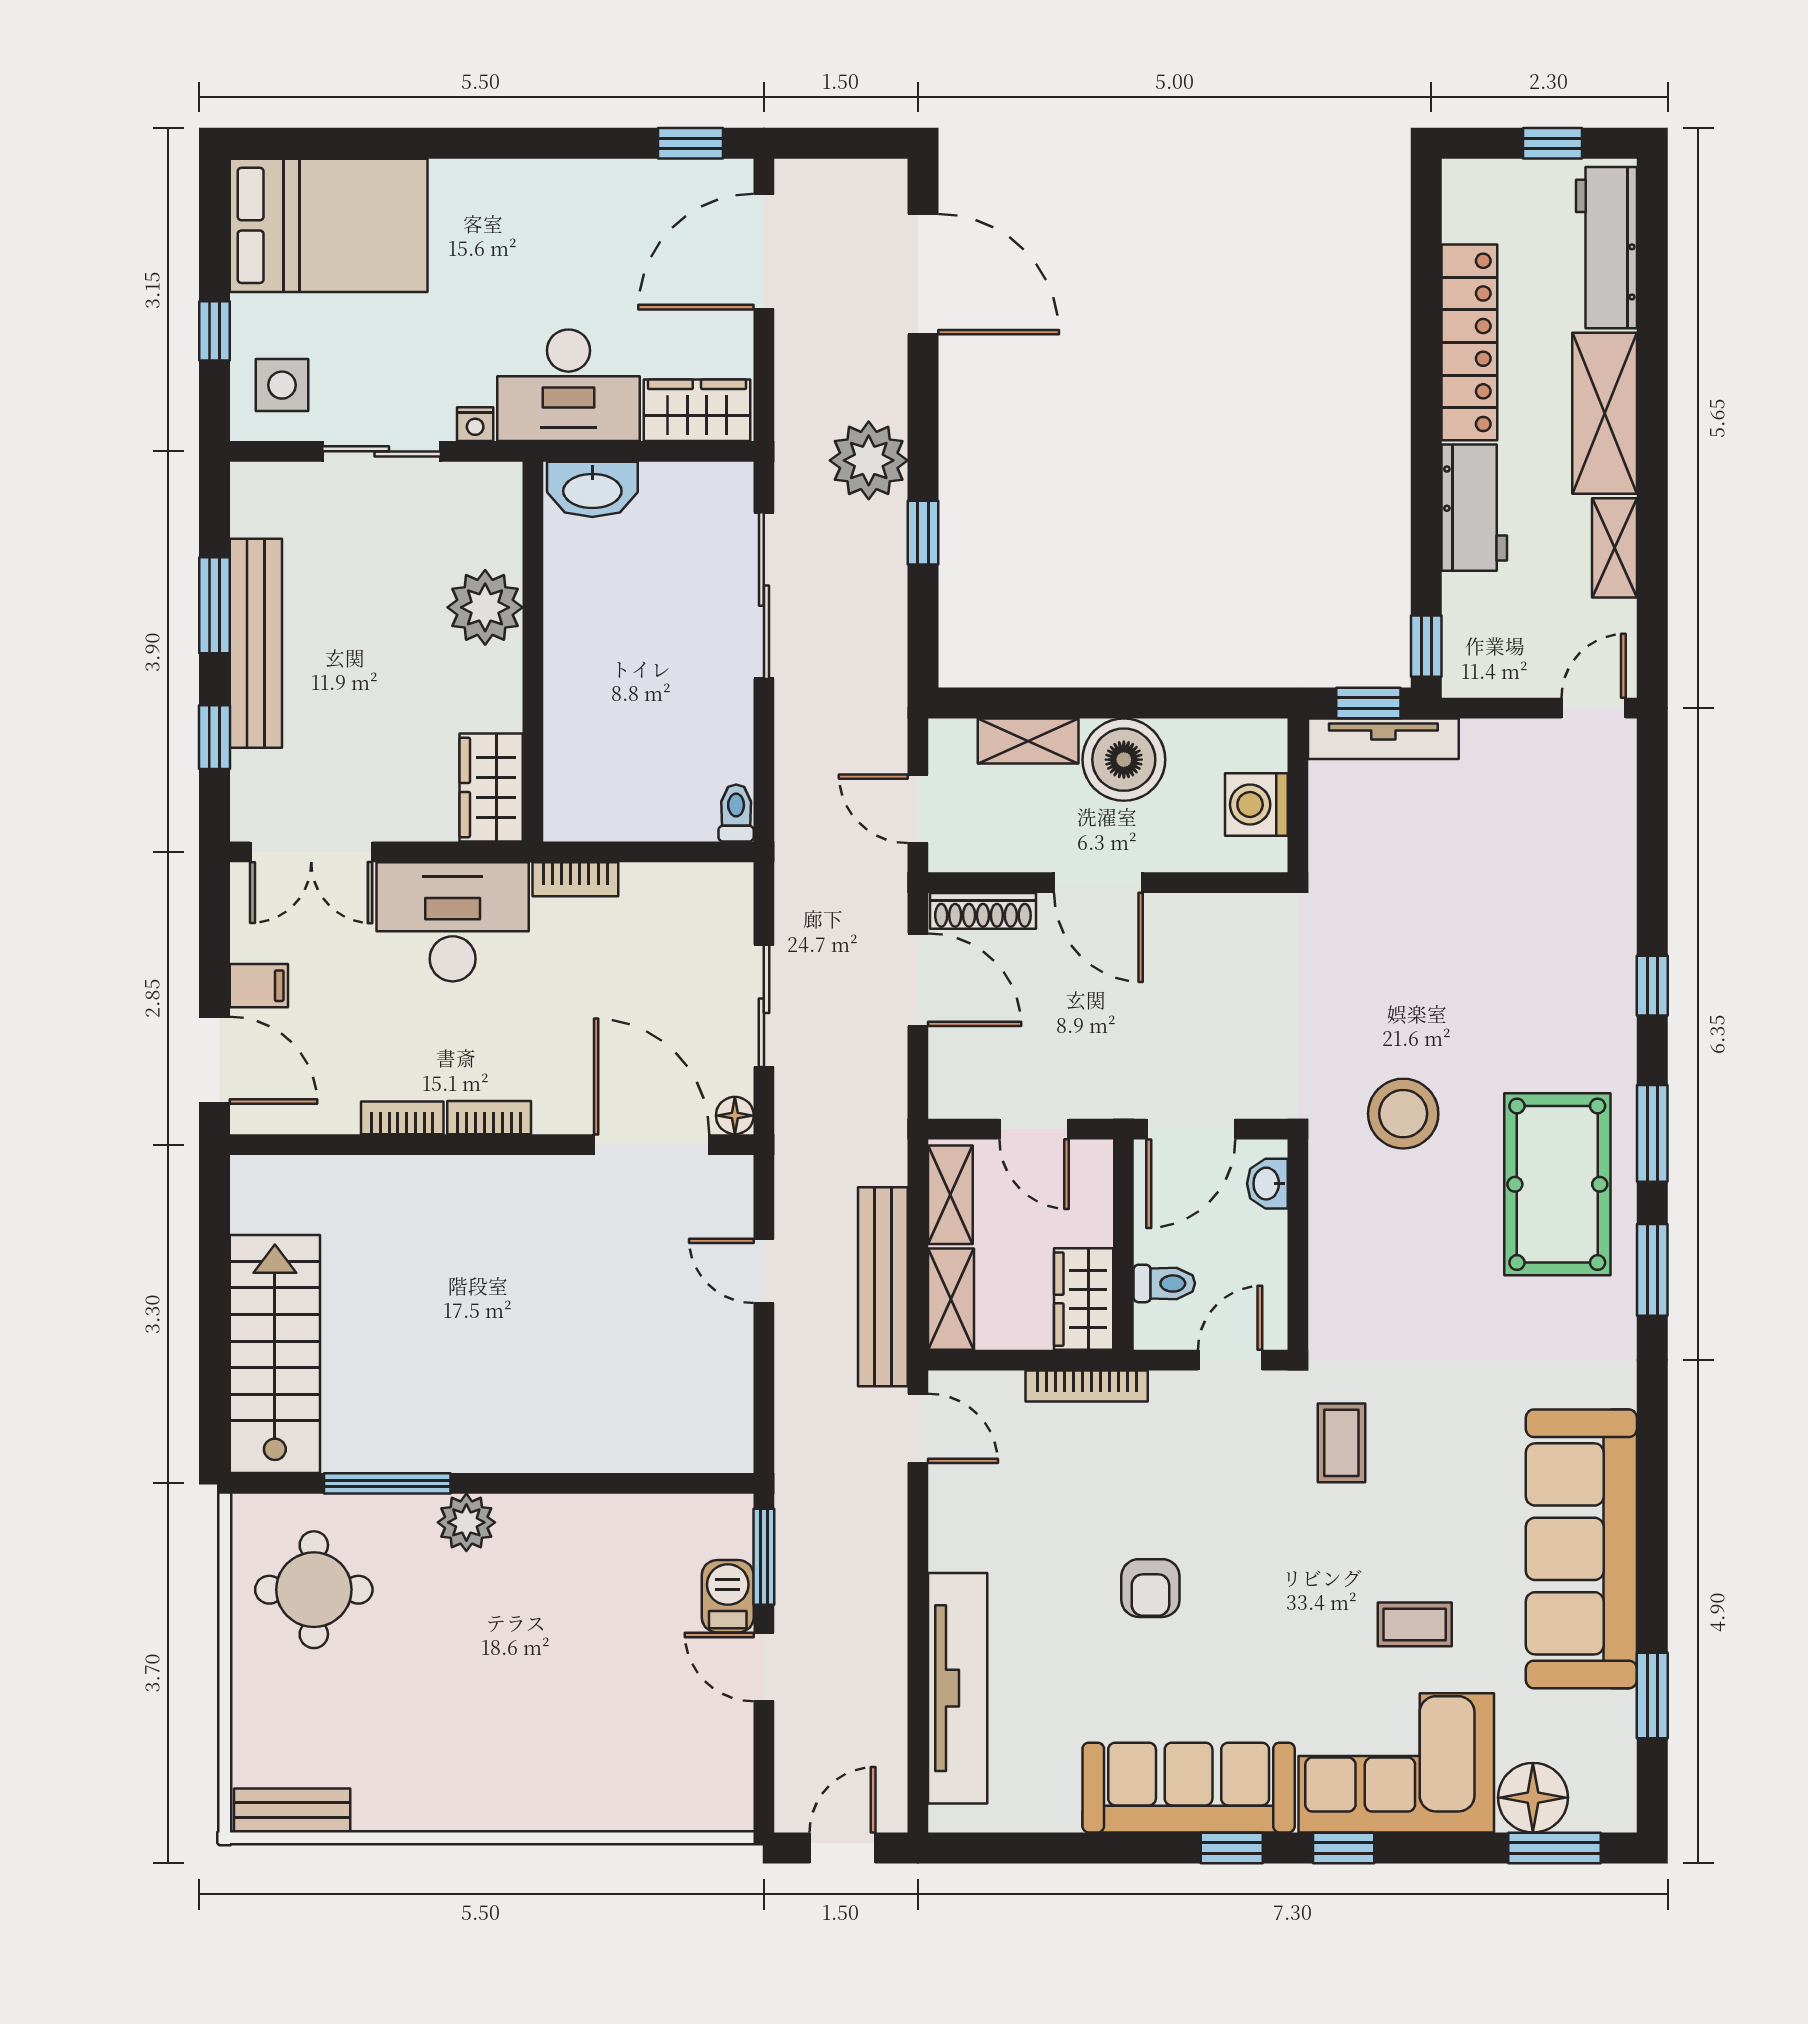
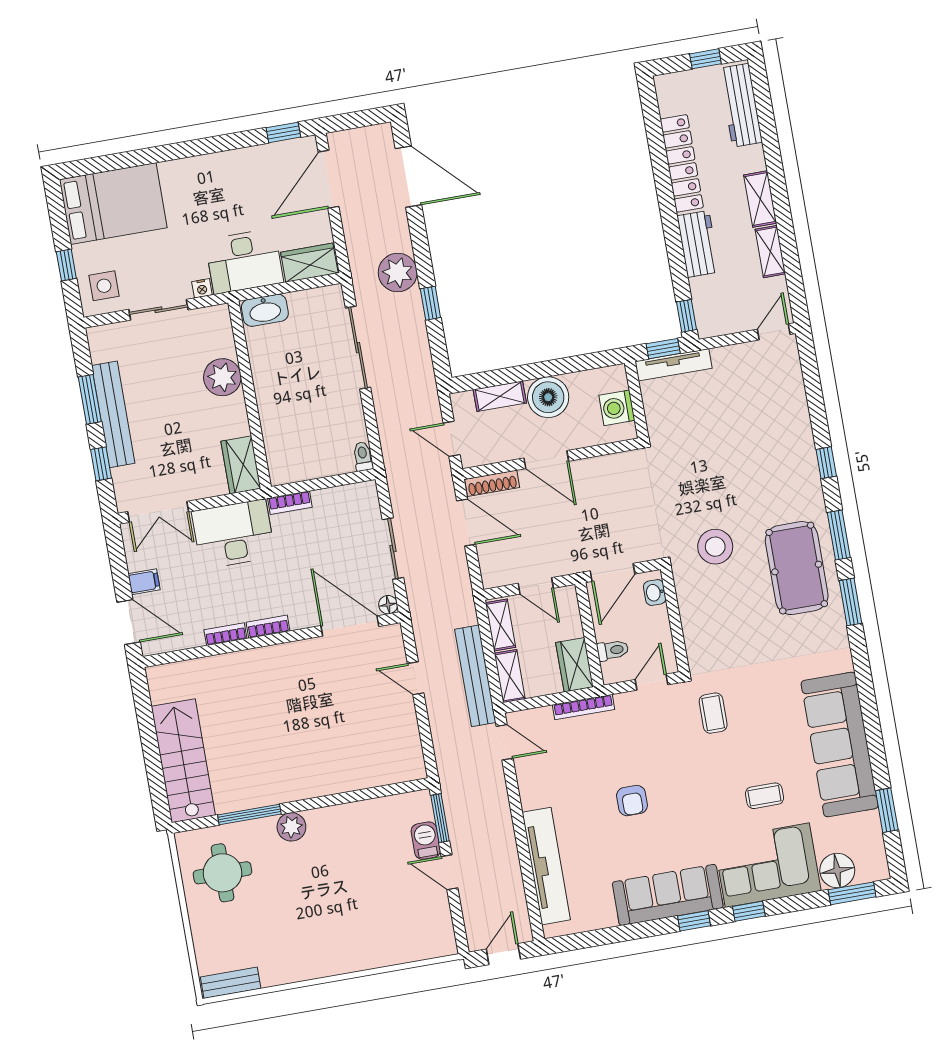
shelving: (1605, 413) -> (760, 199), width x0.67, depth x0.75

